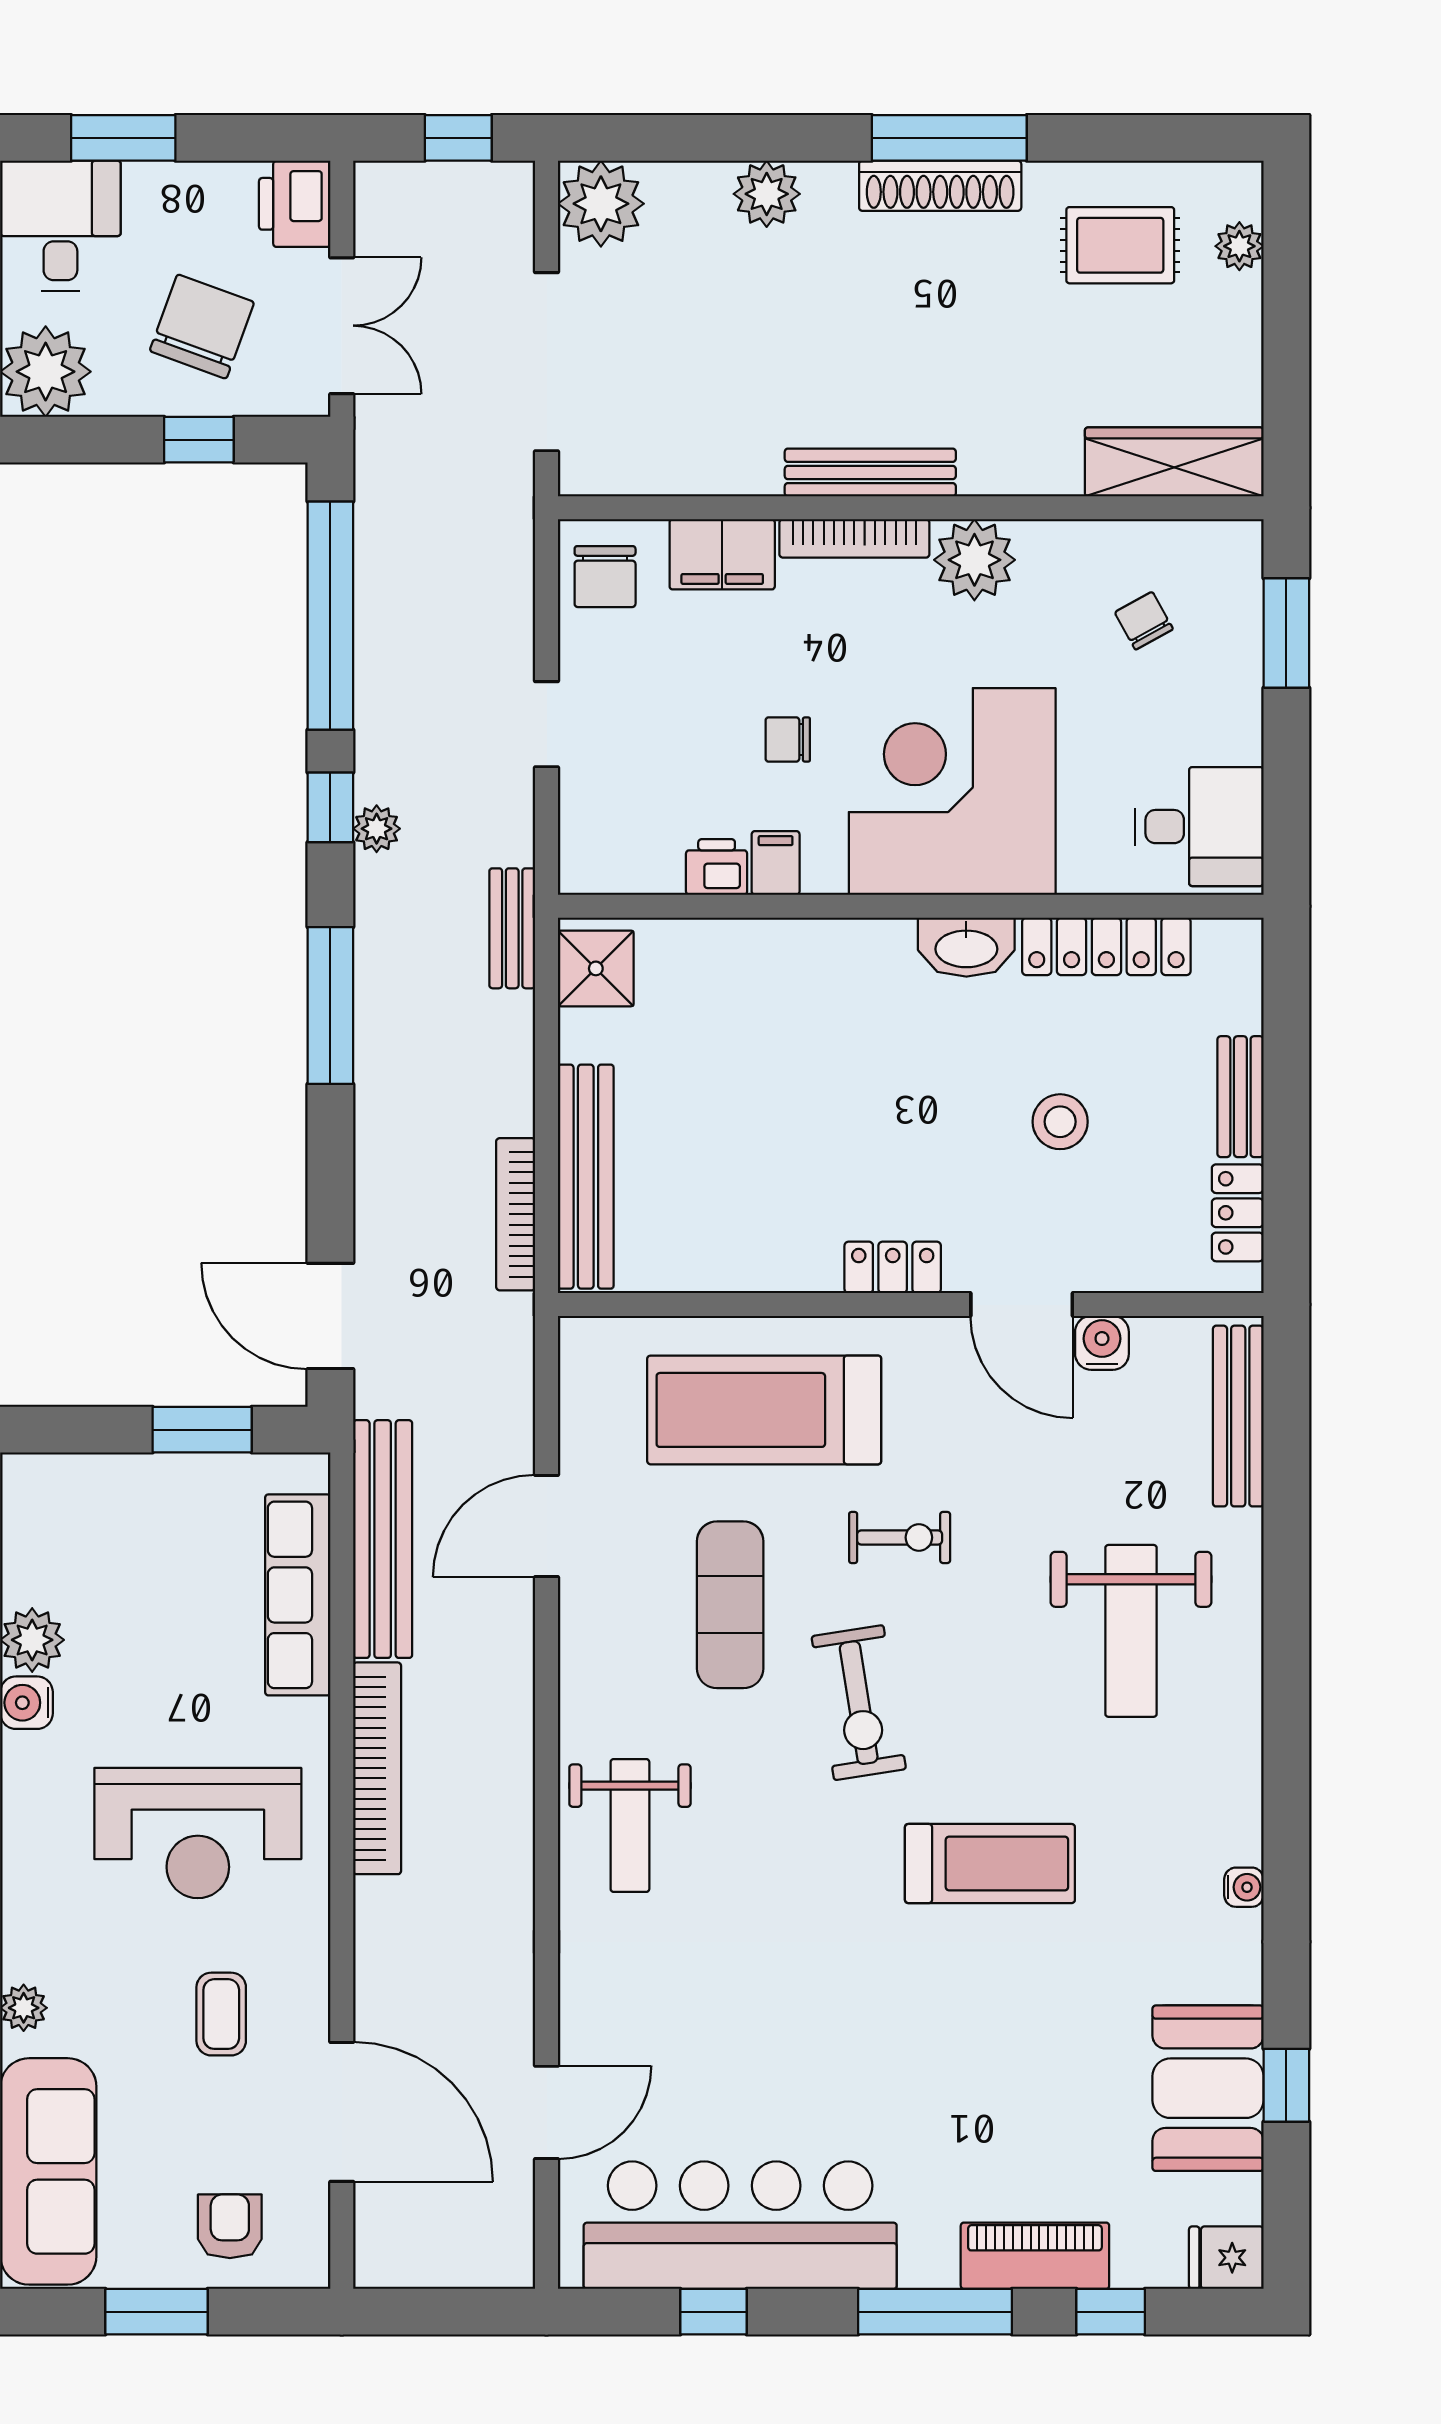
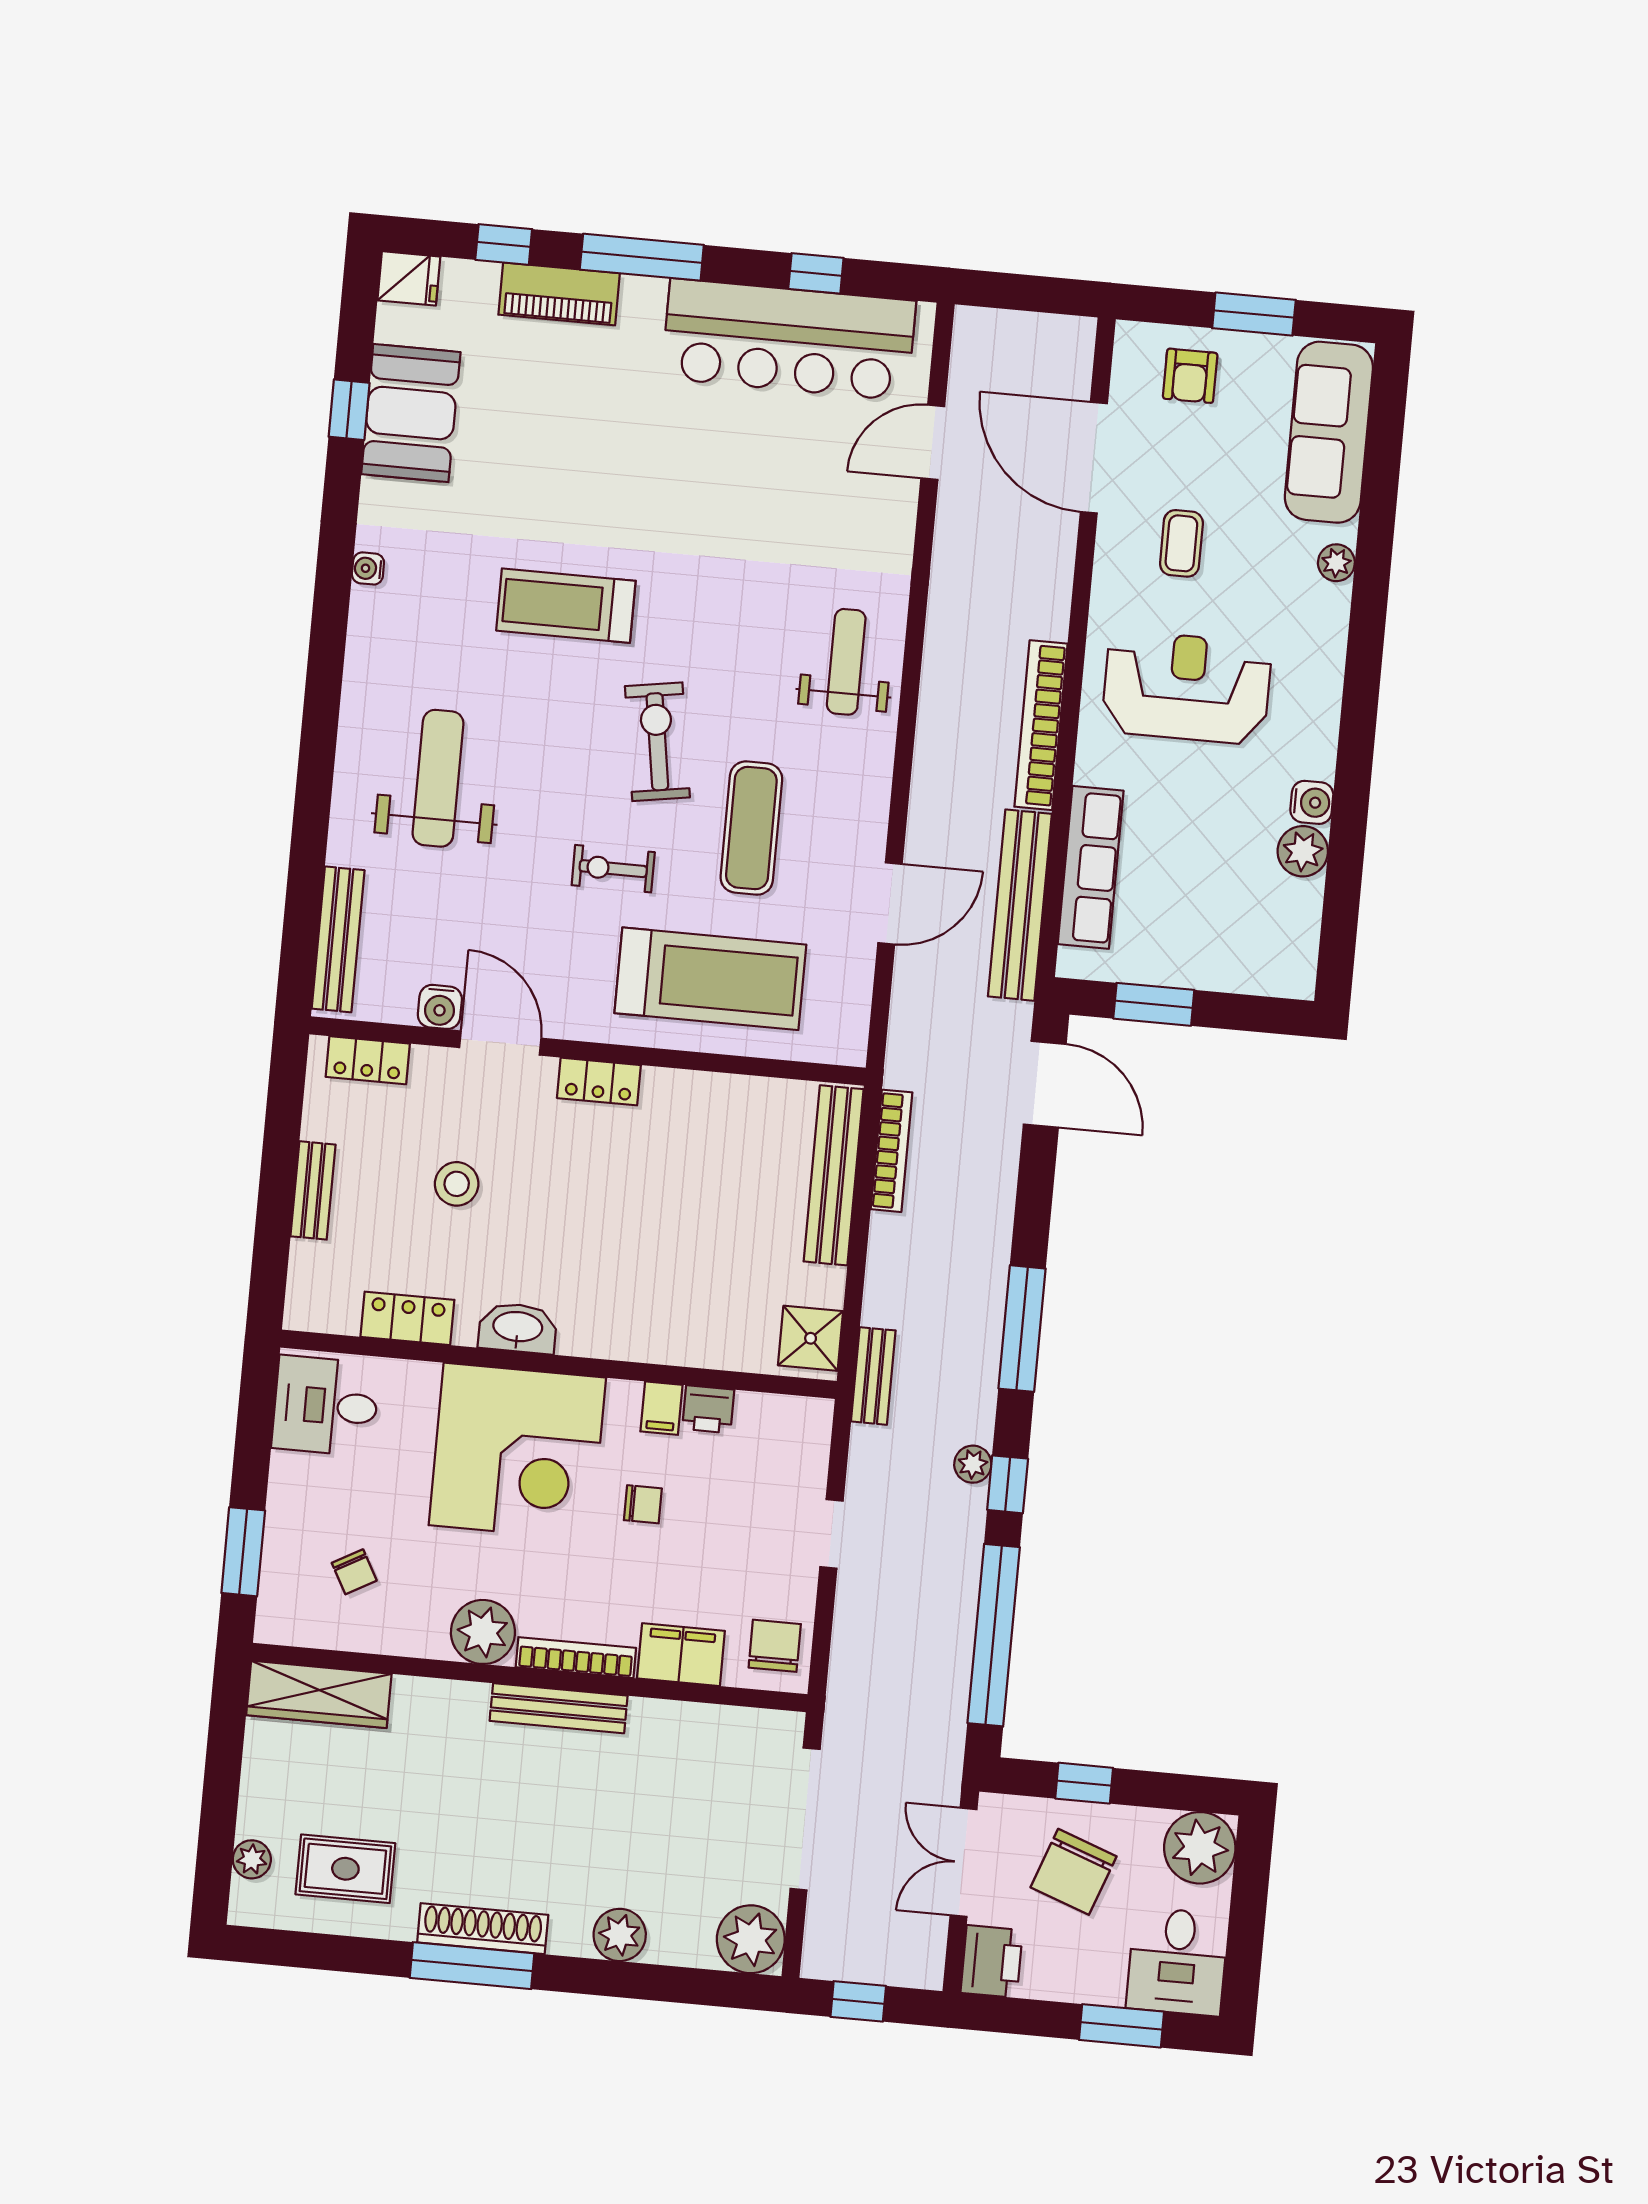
locker: (1106, 946) -> (407, 1318), width x0.66
locker: (1238, 1213) -> (368, 1060), moved, turned 90

